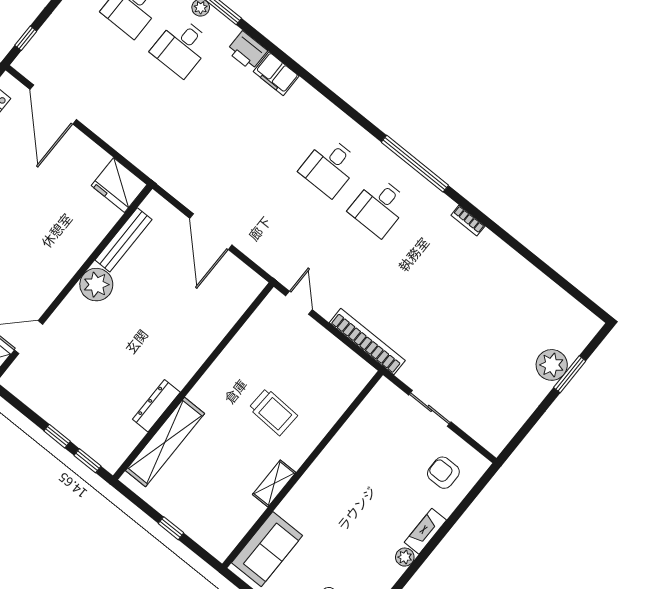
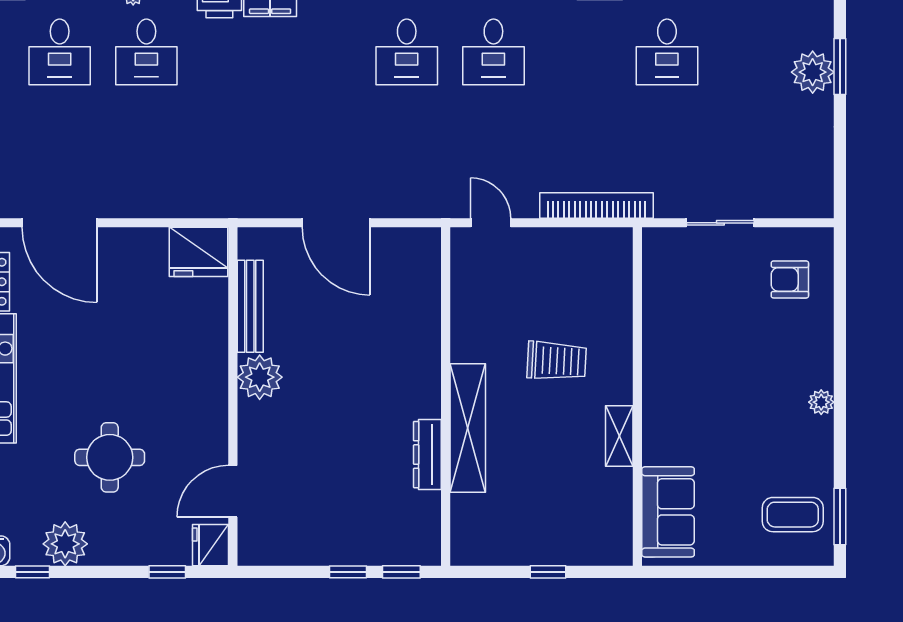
desk: (478, 286) -> (667, 52), added
shelving: (165, 442) -> (468, 428), moved
fireplace: (425, 531) -> (821, 357), removed

